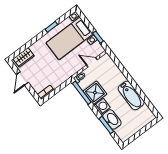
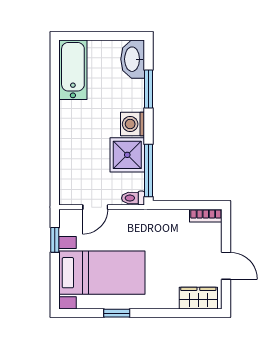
door: (92, 62) -> (95, 207), hinge flipped
door: (22, 78) -> (226, 266), hinge flipped
bathtub: (131, 95) -> (73, 70), moved
washbasin: (112, 119) -> (133, 59), moved

